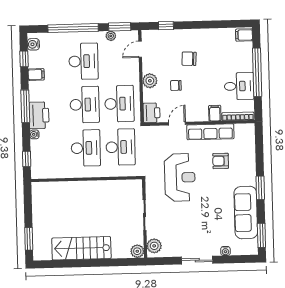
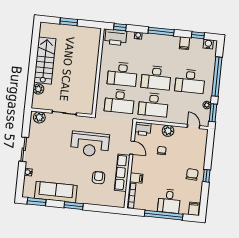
window: (166, 26) -> (206, 176), moved
chair: (189, 59) -> (192, 174), moved
desk: (239, 86) -> (169, 201), moved
printer: (39, 115) -> (116, 37), moved
window: (29, 239) -> (69, 22), moved
plant: (137, 251) -> (38, 89), moved

